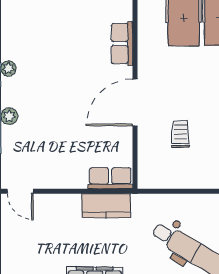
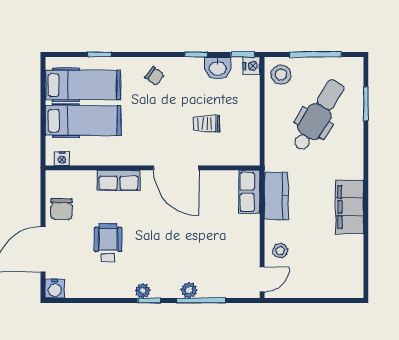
wheelchair: (58, 33) -> (108, 242), added
stool: (50, 210) -> (280, 251), added

